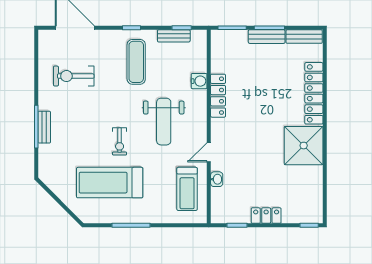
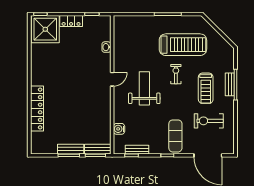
bench: (304, 37) -> (98, 149), moved
exercise mat: (136, 62) -> (175, 136), moved
exercise bike: (74, 76) -> (209, 121), turned 180
water cooler: (199, 81) -> (119, 129), moved
locker: (218, 96) -> (105, 107), removed
shower: (304, 146) -> (45, 29), moved
door: (209, 152) -> (112, 79), moved
treadmill: (187, 189) -> (206, 88), moved, turned 180

